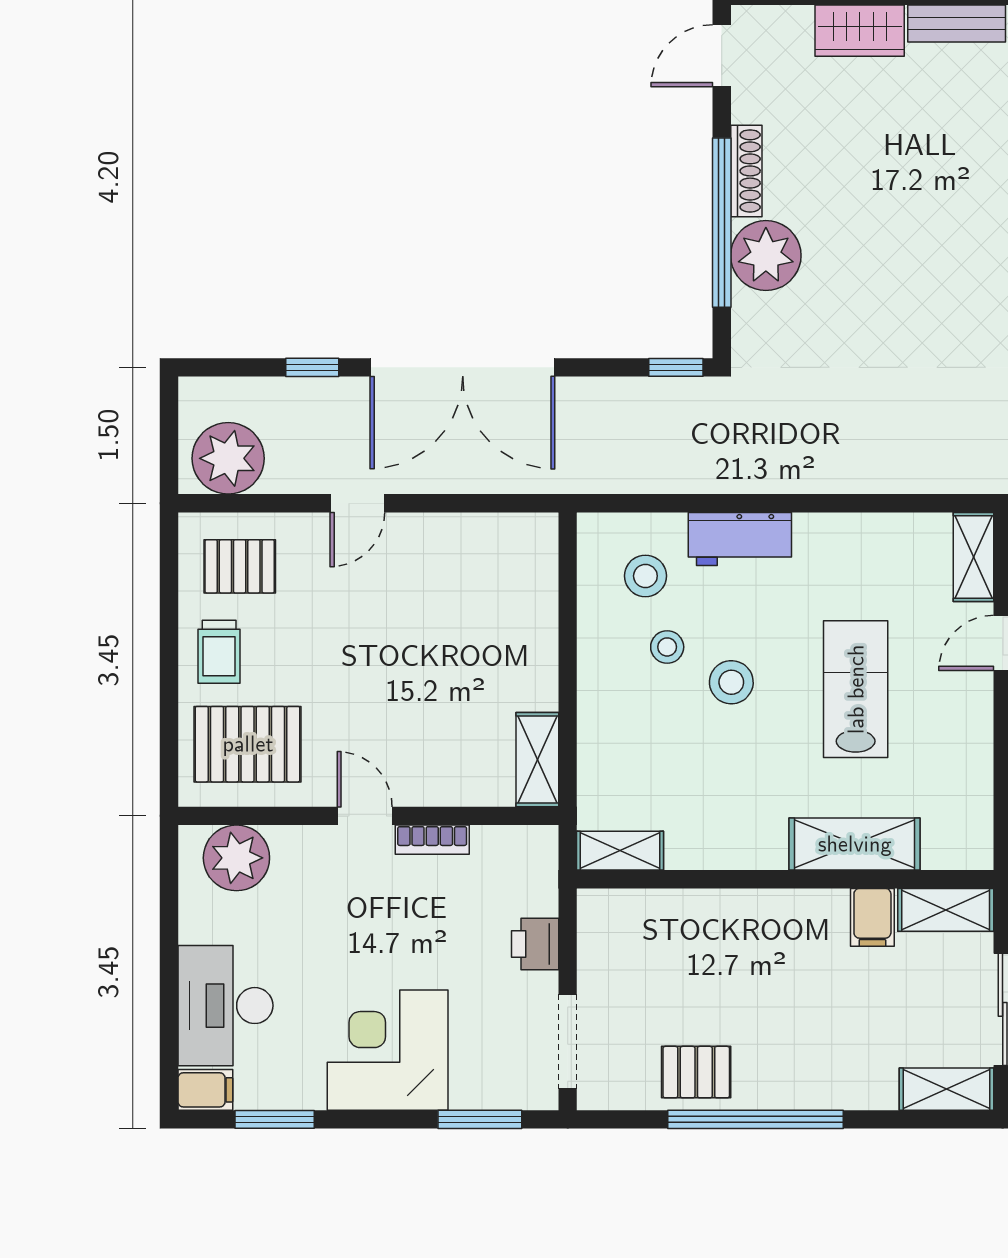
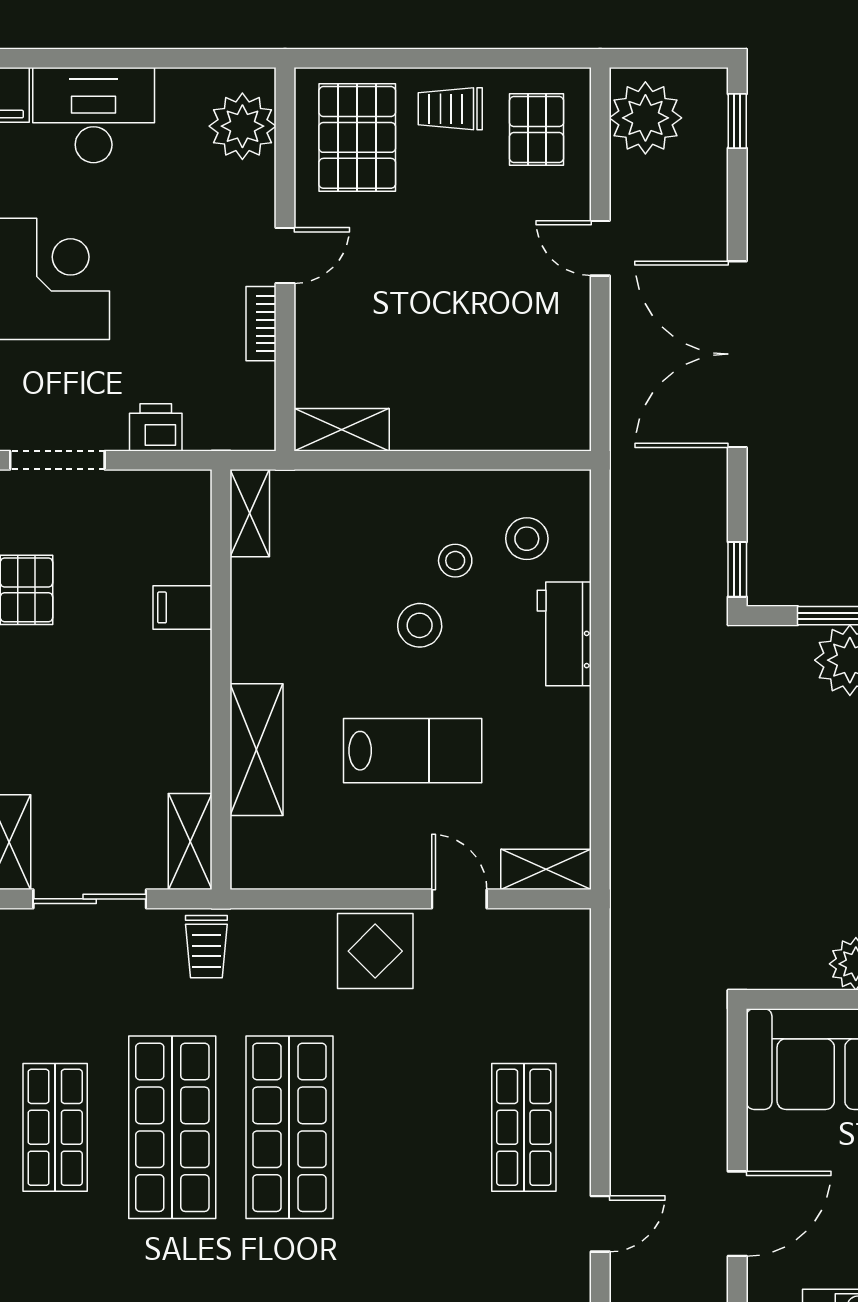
window: (312, 367) -> (737, 121), moved
filing cabinet: (872, 917) -> (183, 607), moved

